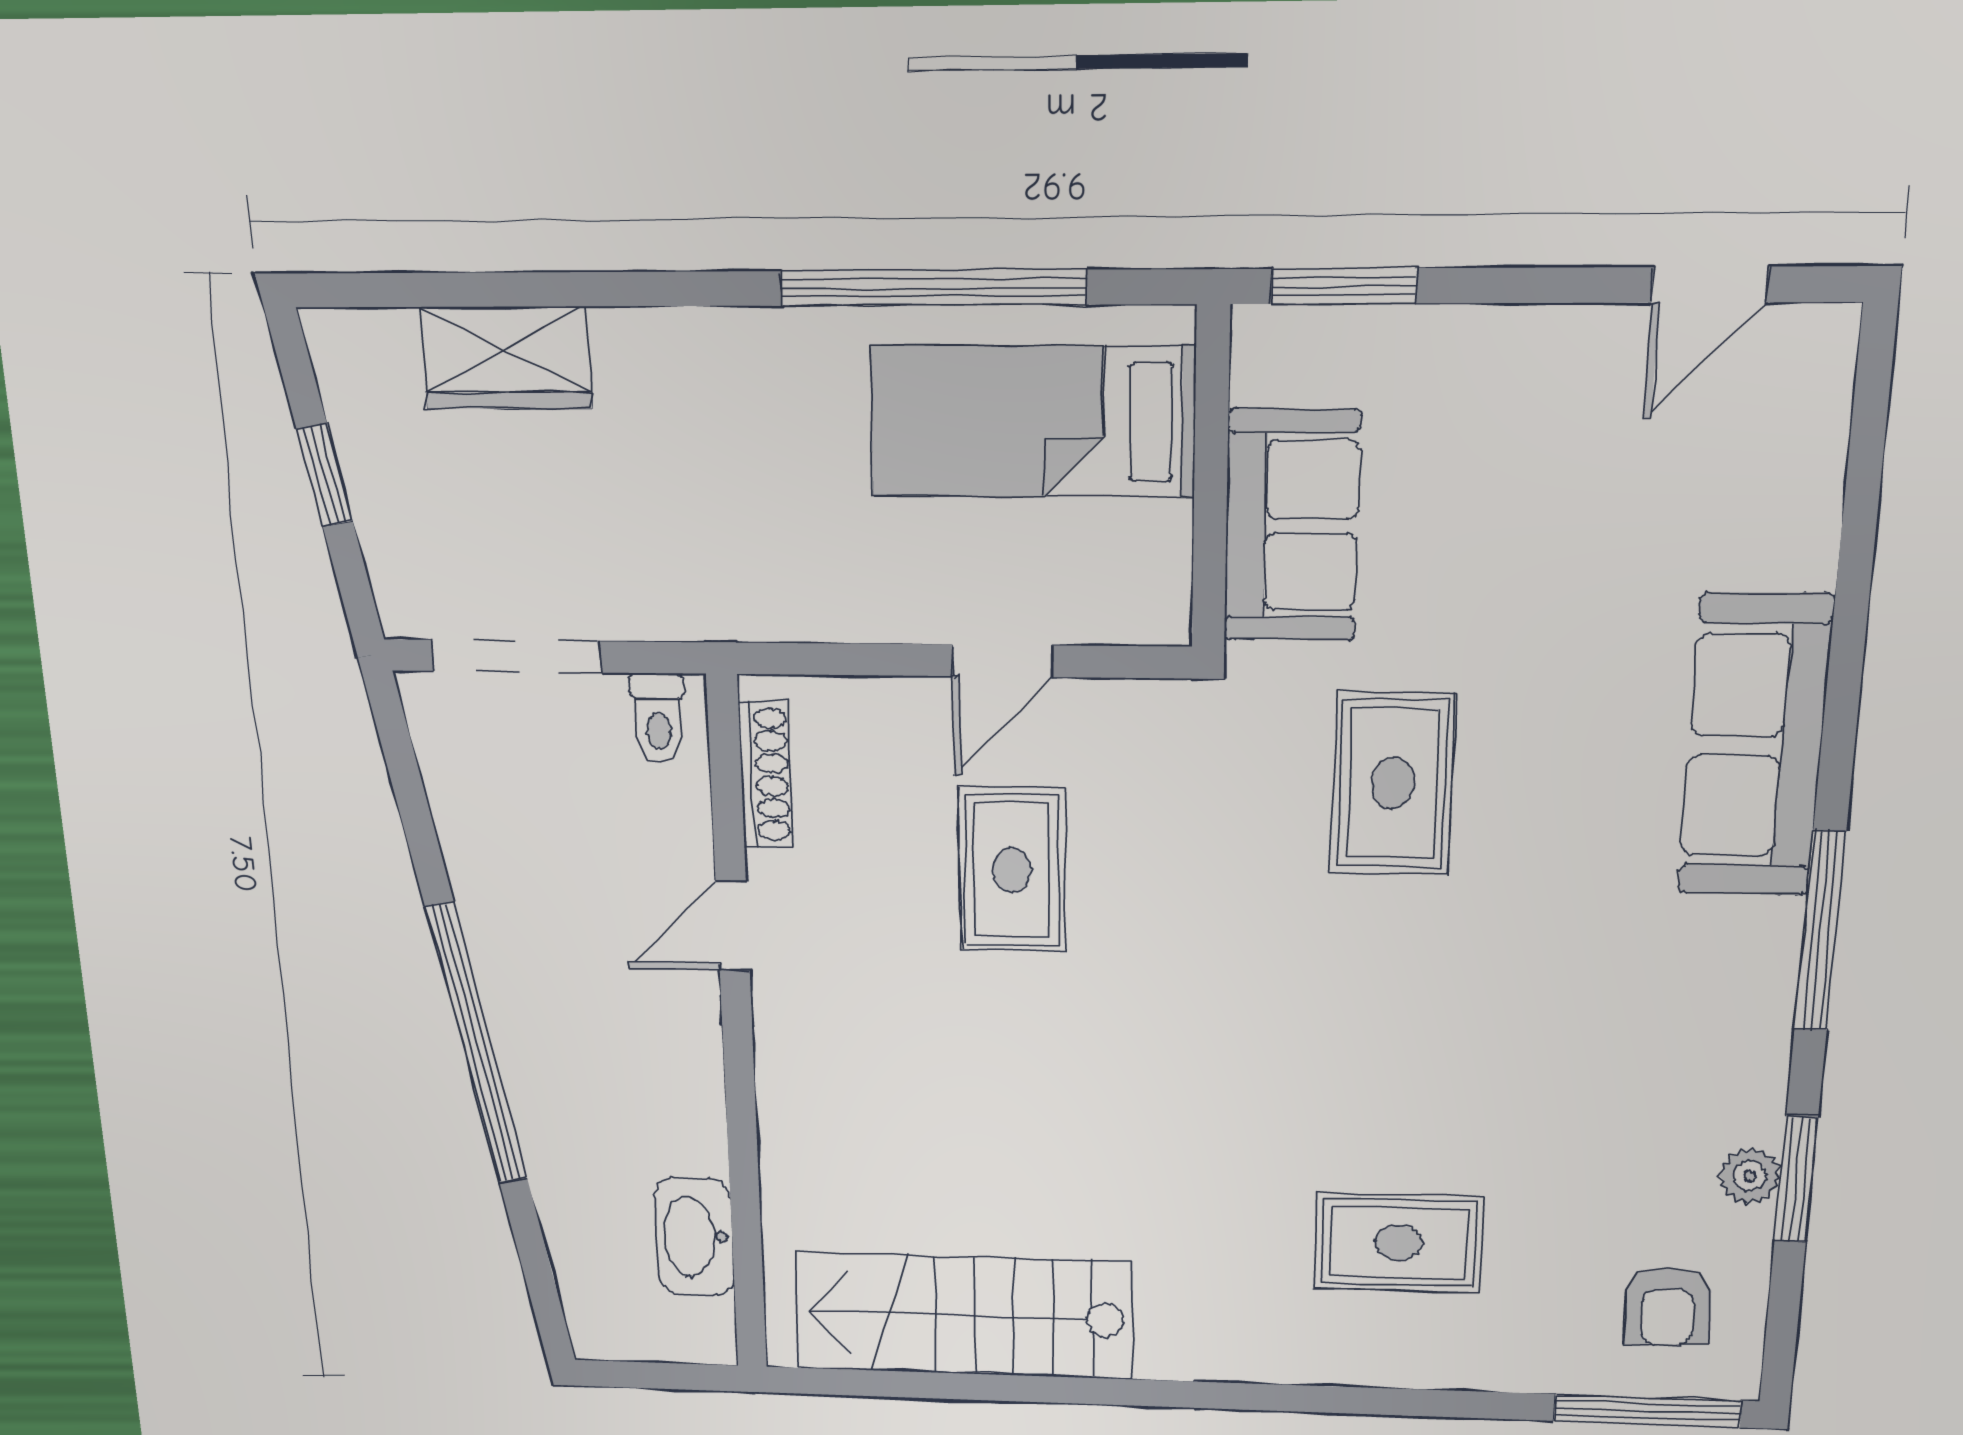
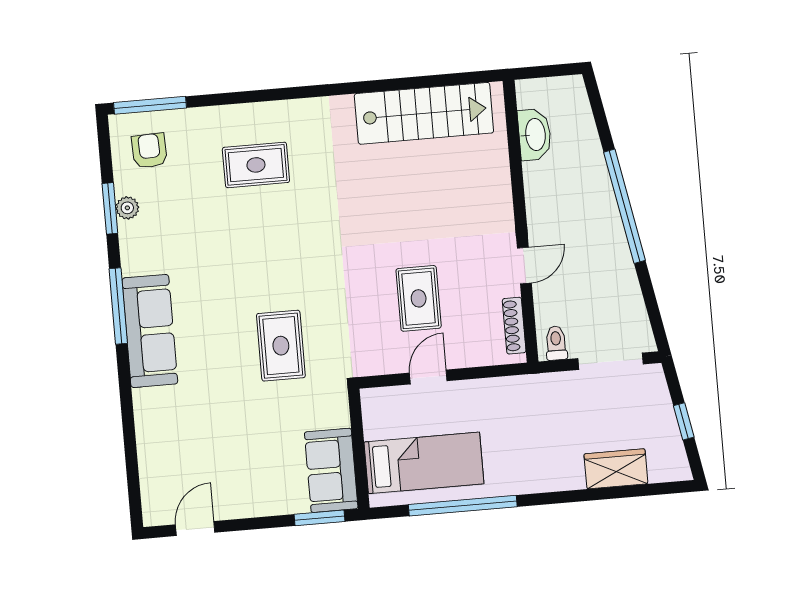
sofa: (1292, 526) -> (331, 470), moved
sofa: (1755, 746) -> (150, 331), moved

